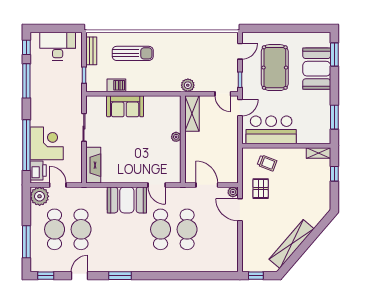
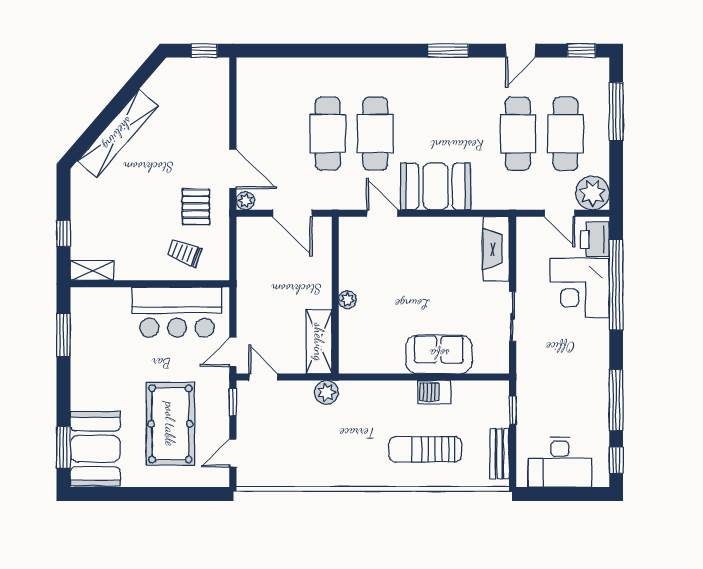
booth: (317, 69) -> (95, 449), moved
barbecue: (116, 85) -> (434, 392), moved
shelving: (292, 244) -> (118, 134), moved

